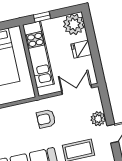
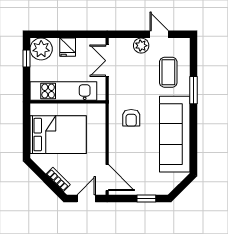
window: (42, 17) -> (26, 58), moved
armchair: (46, 119) -> (131, 118), moved

